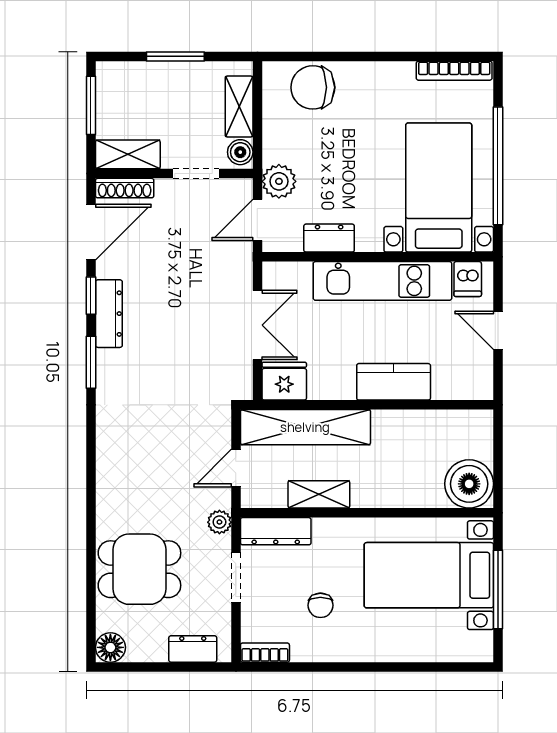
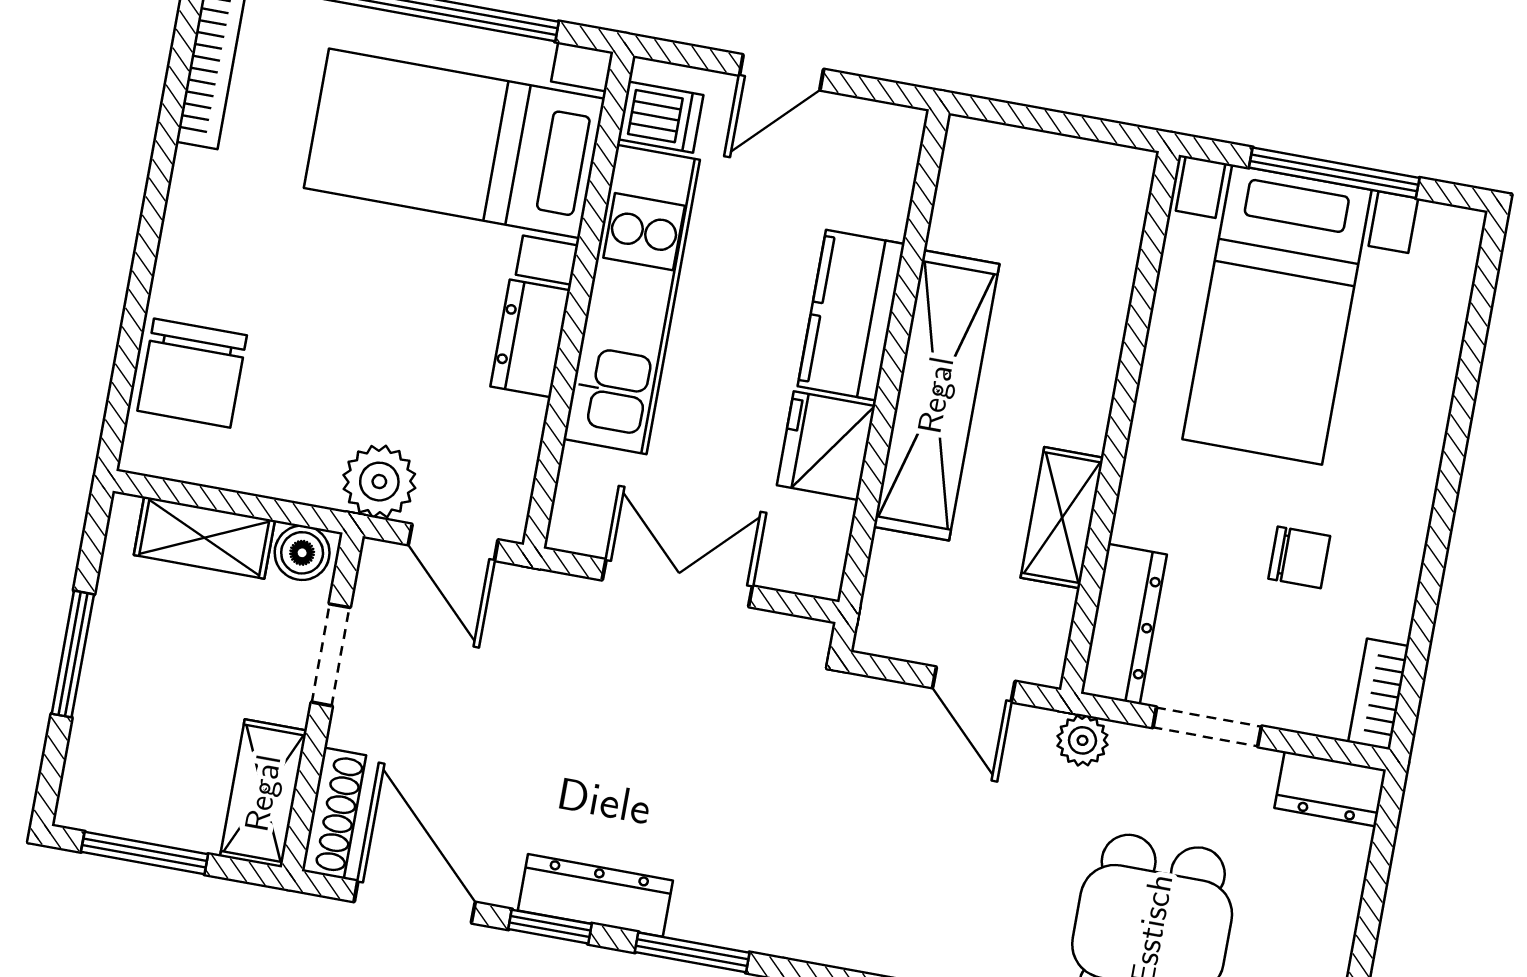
dresser: (329, 238) -> (530, 338), moved
fridge: (284, 381) -> (826, 446), moved
shelving: (305, 427) -> (936, 395), moved
boiler: (469, 484) -> (1098, 193), removed
dresser: (193, 649) -> (1330, 789), moved, turned -90

